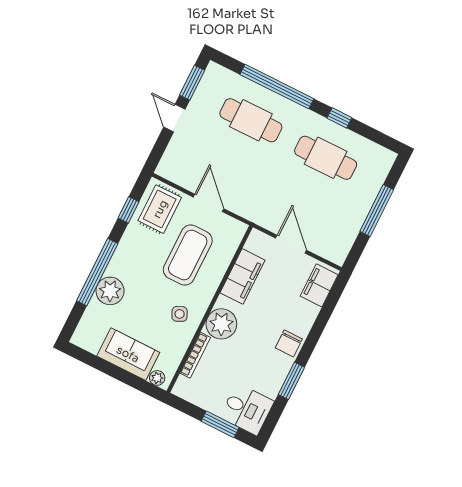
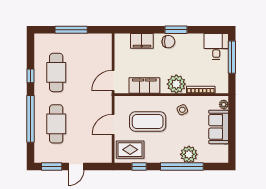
door: (291, 244) -> (113, 81), moved
filing cabinet: (319, 285) -> (142, 41), moved
window: (291, 381) -> (176, 30), moved
window: (220, 424) -> (232, 57), width x1.44

